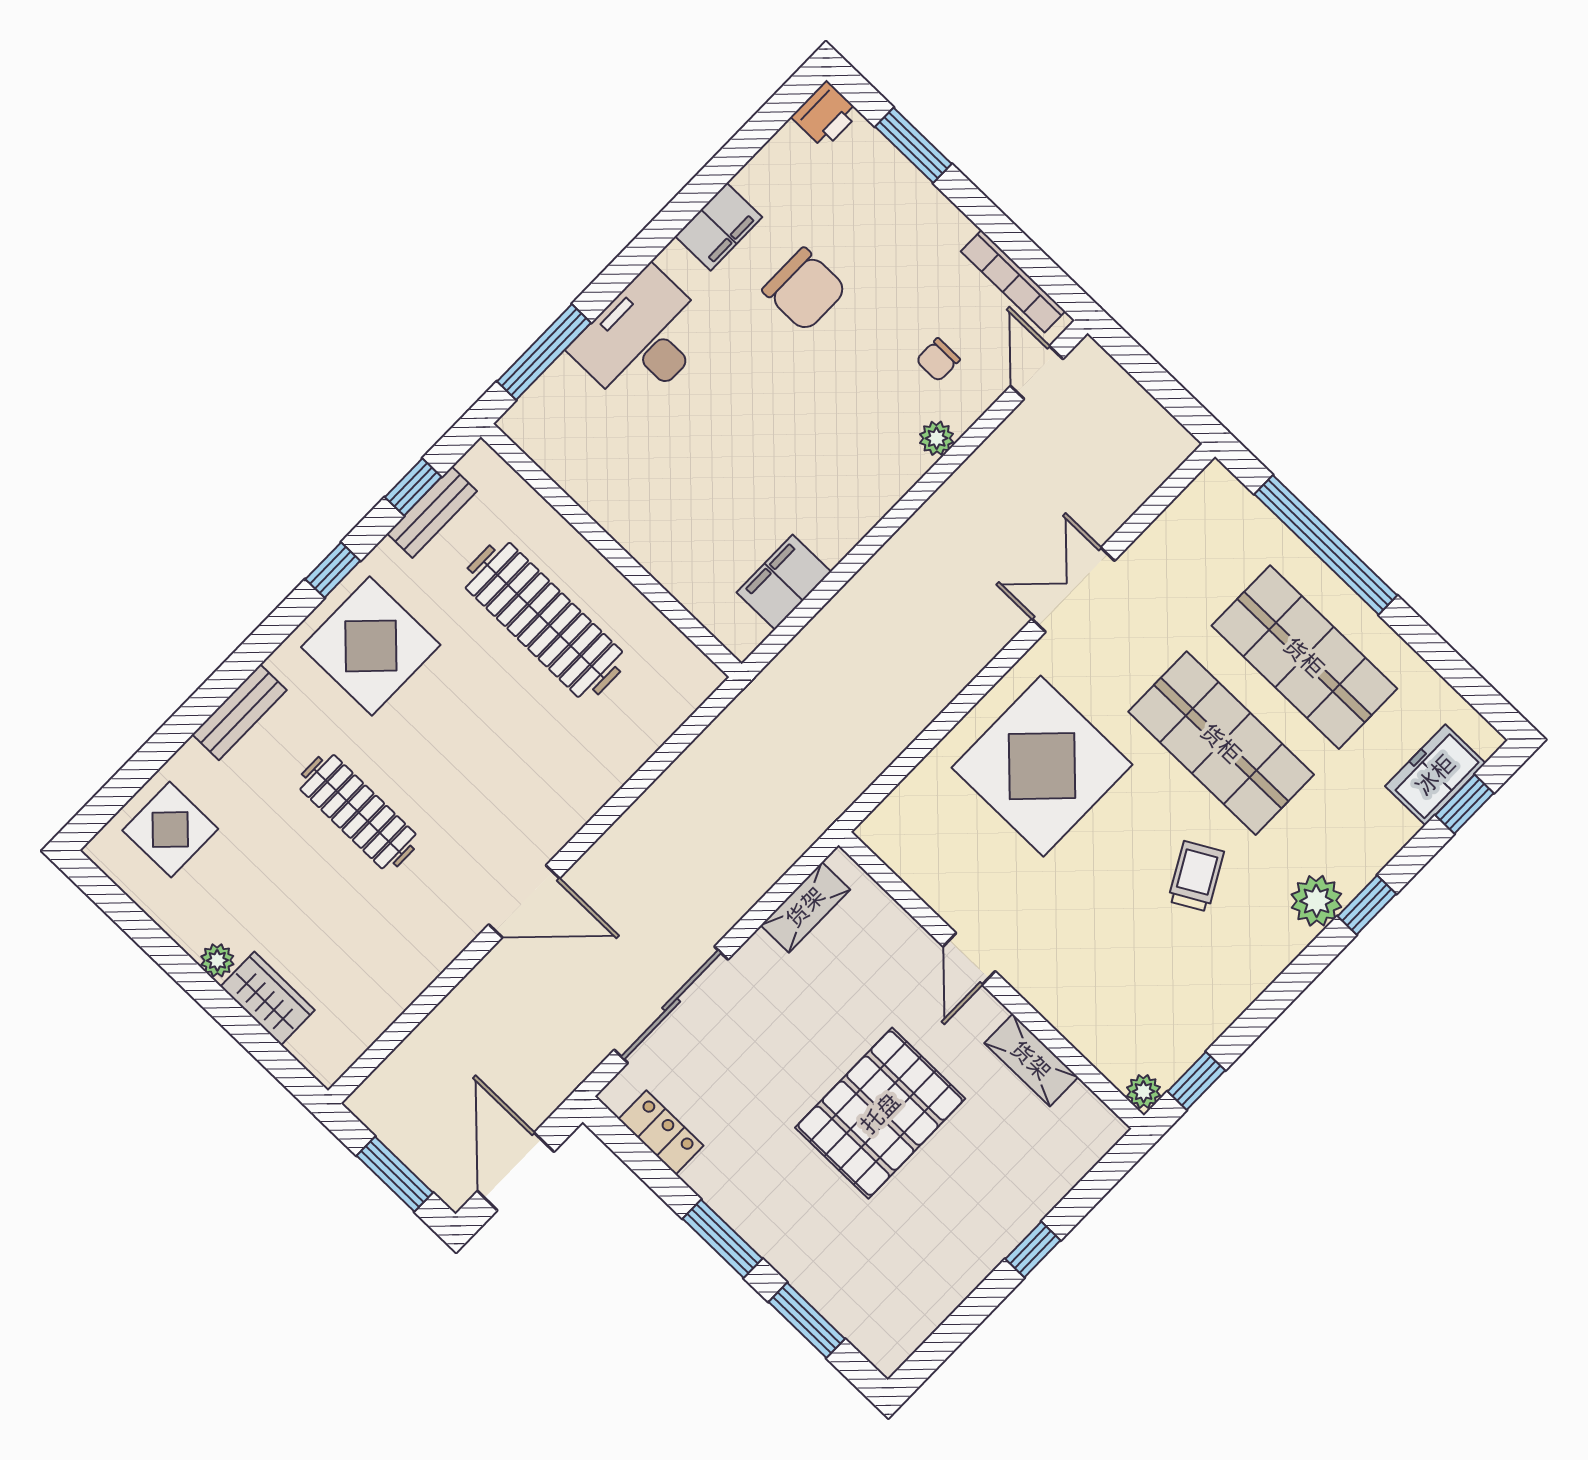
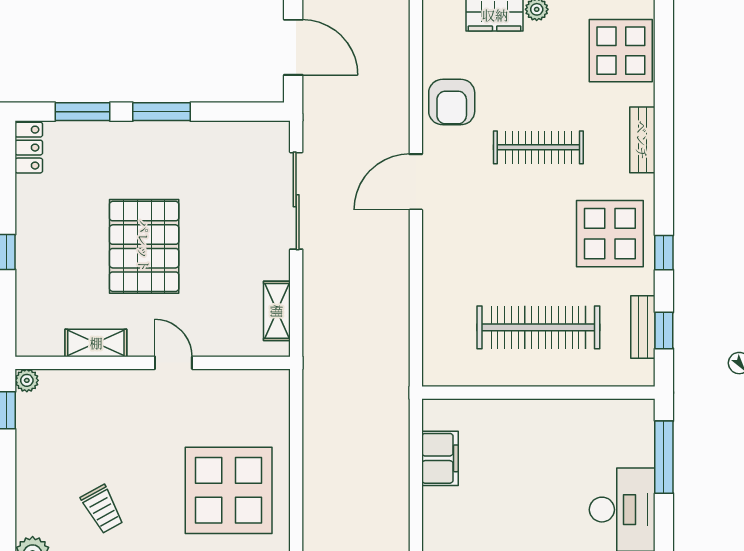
display table: (170, 830) -> (621, 51), width x1.36, depth x1.36
armchair: (403, 949) -> (452, 102), added
locker: (661, 1132) -> (29, 148), moved, turned -90

